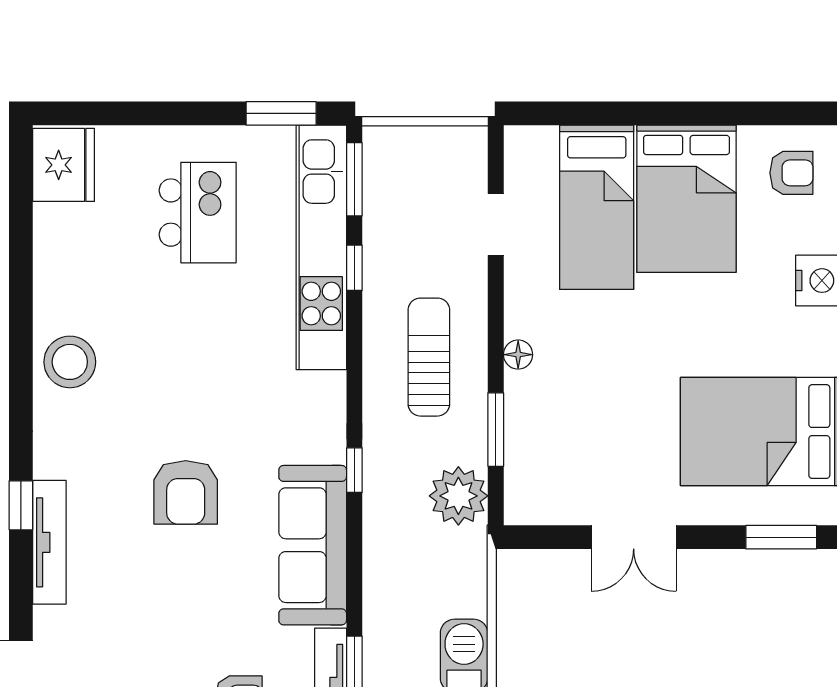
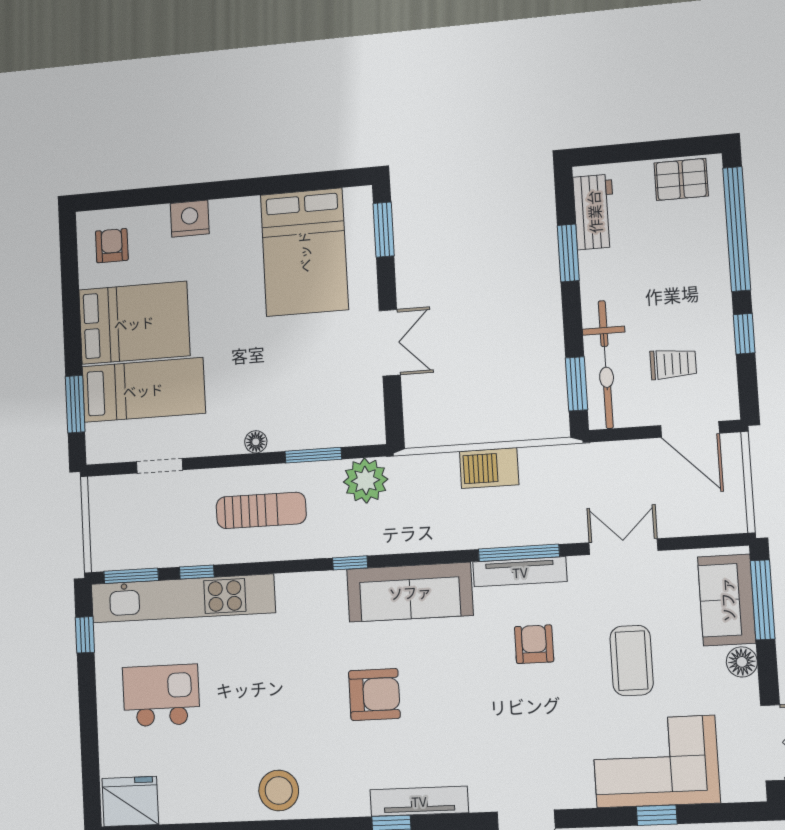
window: (281, 113) -> (85, 635), width x0.67
window: (585, 113) -> (75, 404), added
sun lounger: (429, 357) -> (261, 510), turned 180

